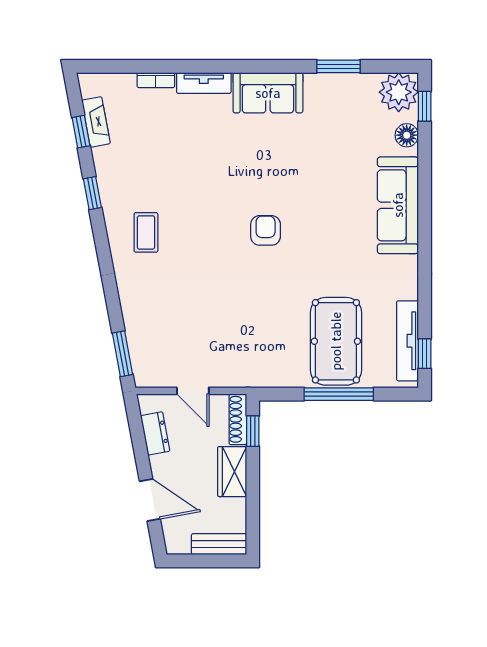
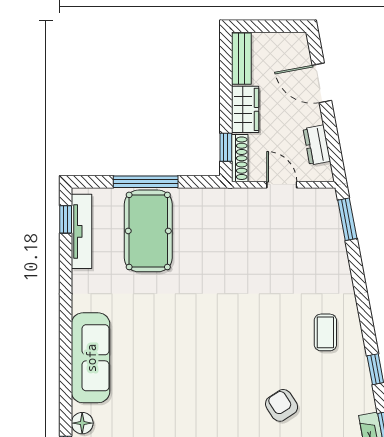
armchair: (266, 230) -> (282, 405), moved, turned 147
bench: (219, 544) -> (241, 59), moved, turned 90

